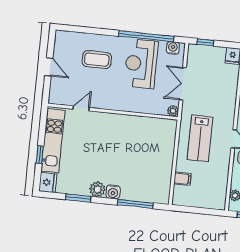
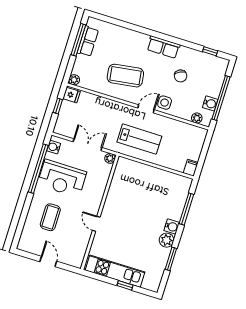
window: (205, 42) -> (58, 106), moved
door: (49, 67) -> (48, 261), hinge flipped
double door: (183, 84) -> (87, 145), swing flipped
door: (81, 108) -> (96, 224), moved
filing cabinet: (182, 179) -> (191, 168), moved
fridge: (48, 182) -> (151, 283), removed

